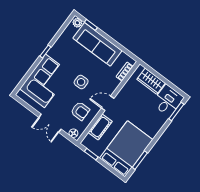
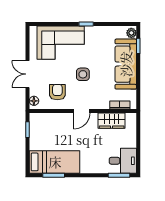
wardrobe: (151, 81) -> (112, 121), moved, turned -90
door: (108, 103) -> (82, 111), swing flipped
armchair: (80, 111) -> (57, 92), turned 180
cot: (100, 127) -> (57, 120), removed
bed: (126, 149) -> (55, 162), width x0.67

